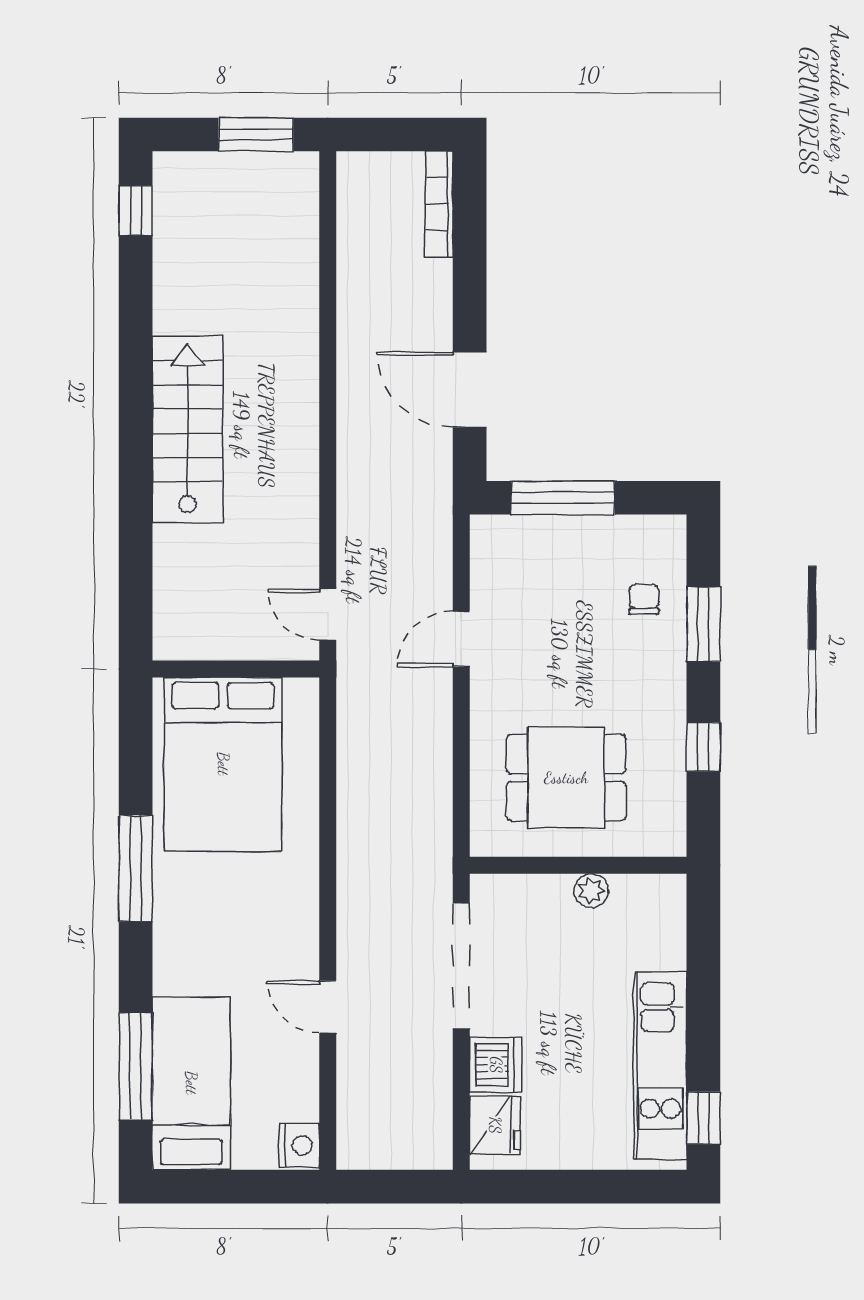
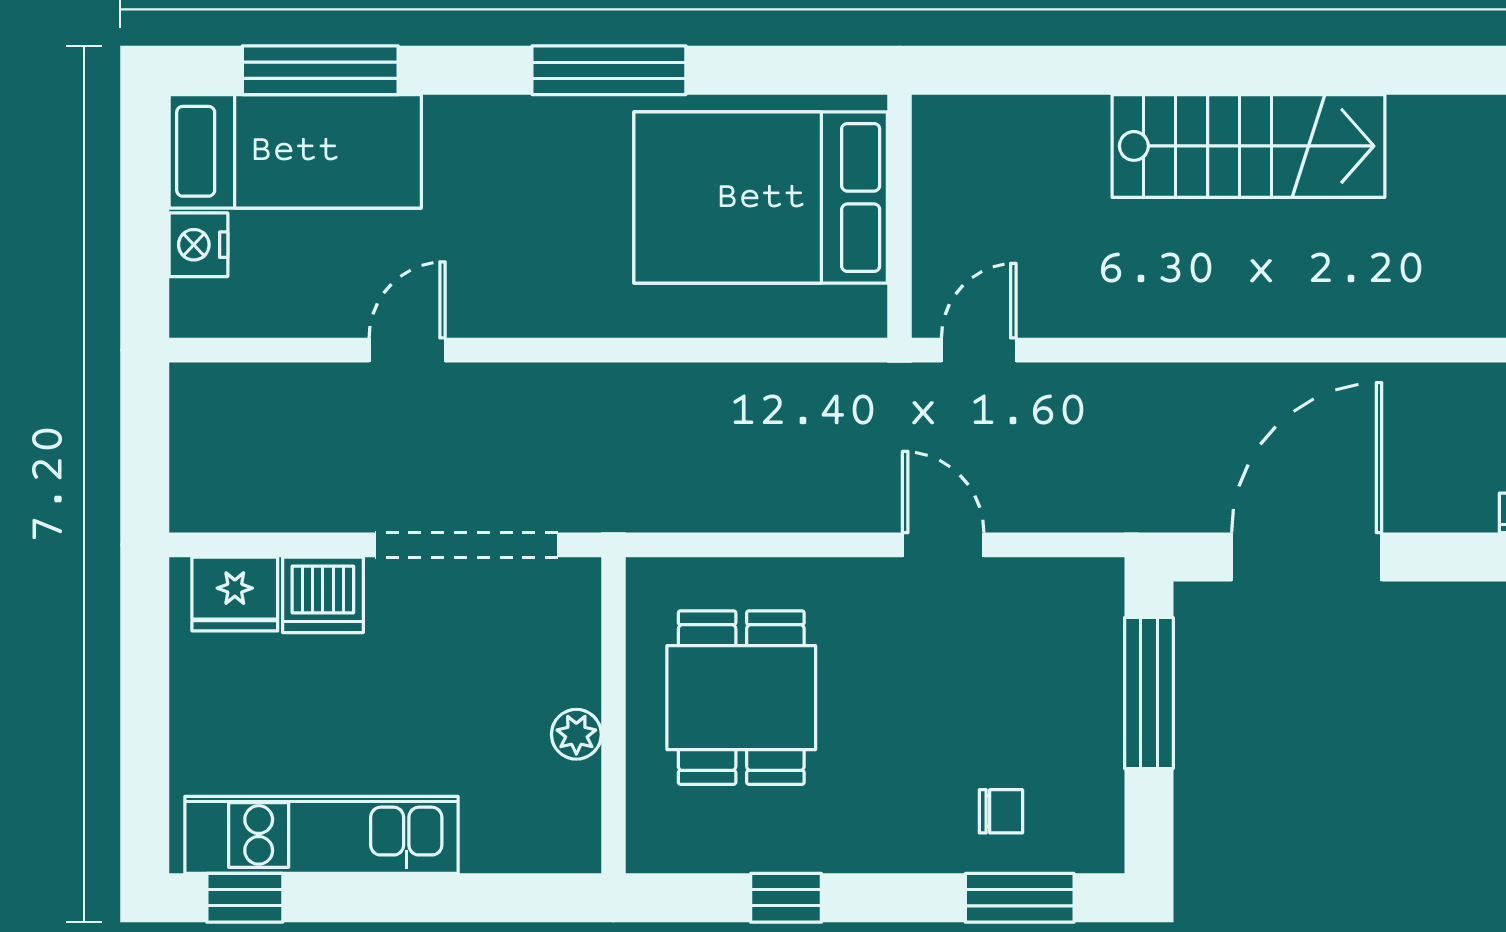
door: (470, 390) -> (1307, 557), width x1.36
window: (703, 624) -> (1020, 898), moved
nightstand: (299, 1145) -> (198, 245), moved, turned 90

